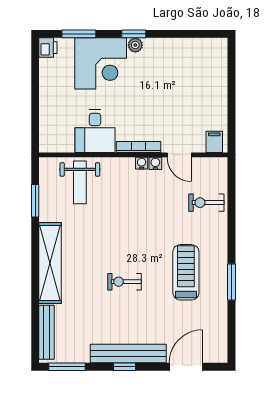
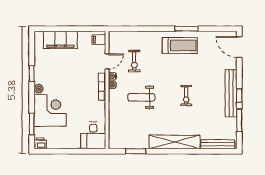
window: (134, 34) -> (32, 73), moved
filing cabinet: (214, 80) -> (60, 40), added
desk: (95, 131) -> (93, 135), moved, turned 90
weight bench: (80, 182) -> (141, 97), moved, turned 180
exercise bike: (206, 203) -> (134, 61), moved
treadmill: (186, 272) -> (180, 45), moved, turned 180
window: (67, 367) -> (239, 120), moved
door: (186, 367) -> (239, 47), moved

